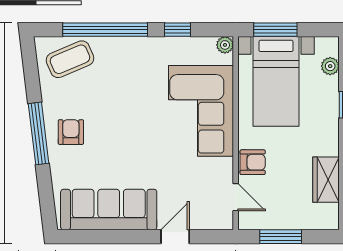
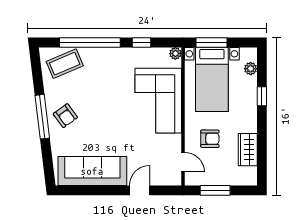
armchair: (71, 132) -> (65, 116), turned 144
armchair: (253, 162) -> (210, 139), moved

